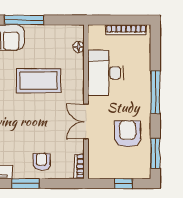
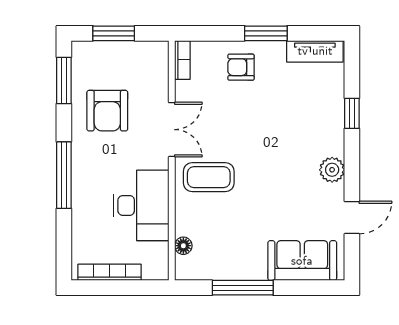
window: (24, 20) -> (243, 288), moved
coffee table: (39, 81) -> (209, 177), moved, width x0.73, depth x0.76
armchair: (42, 162) -> (241, 67), turned 90
window: (123, 183) -> (114, 33), width x1.50

